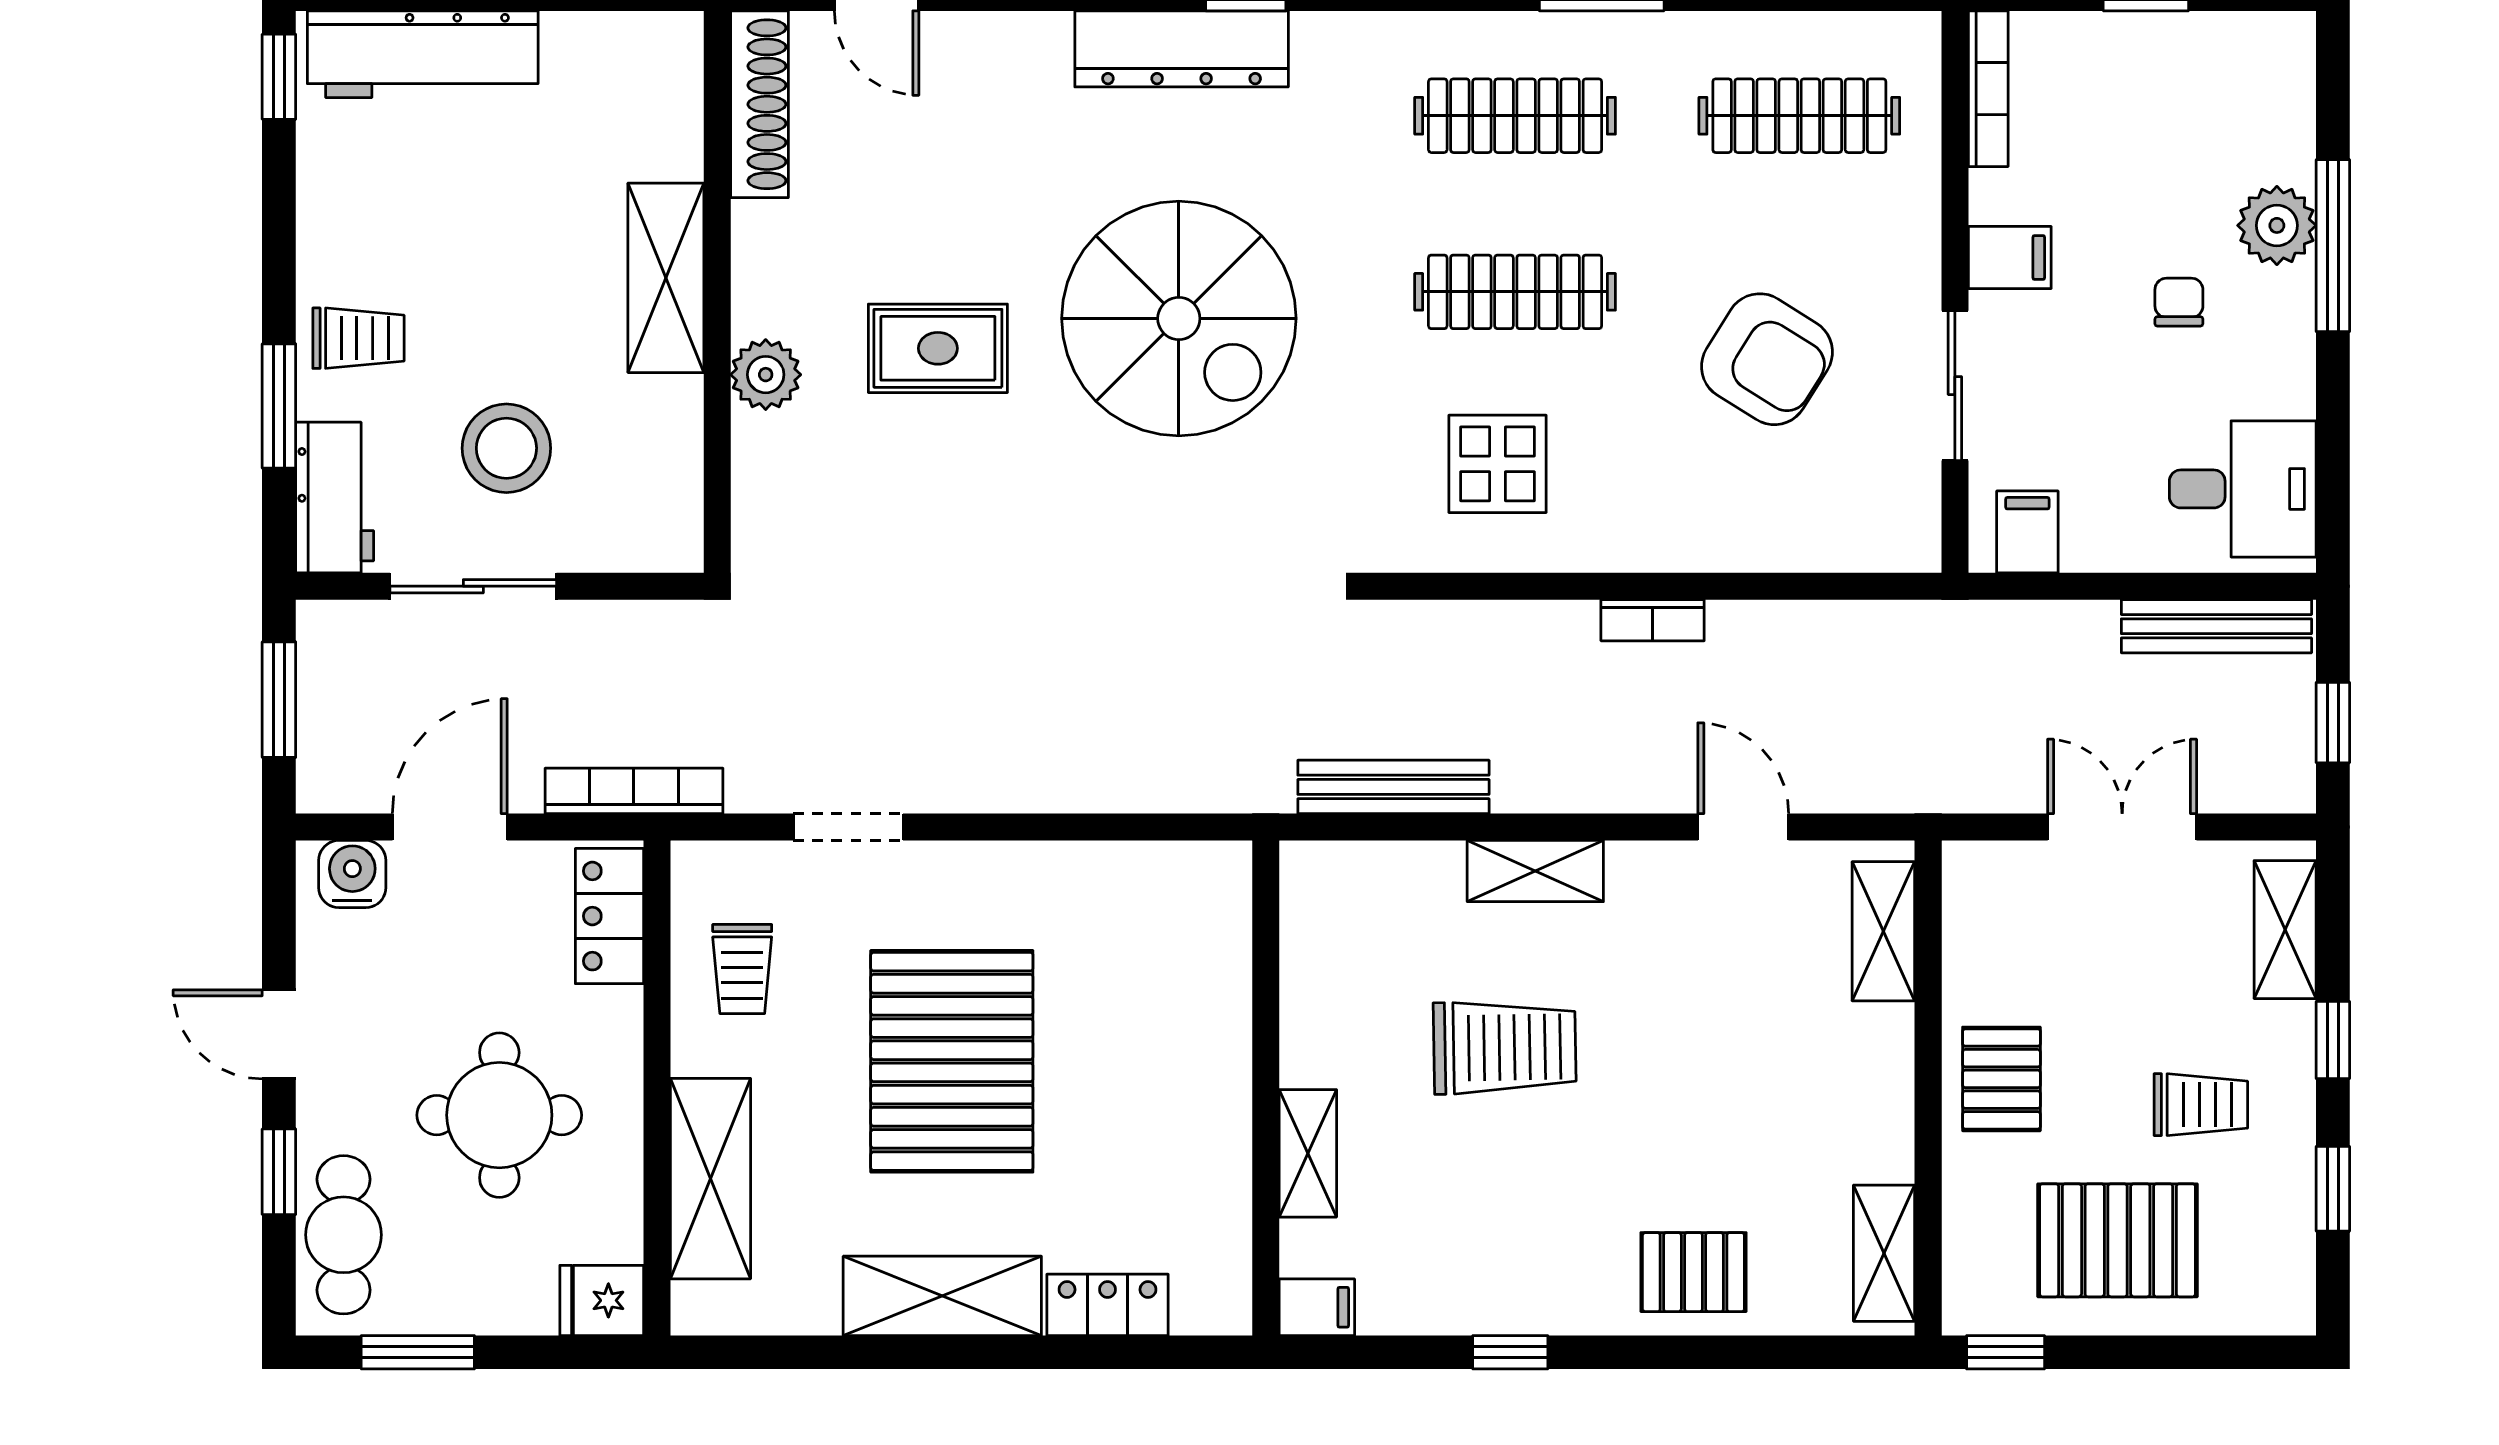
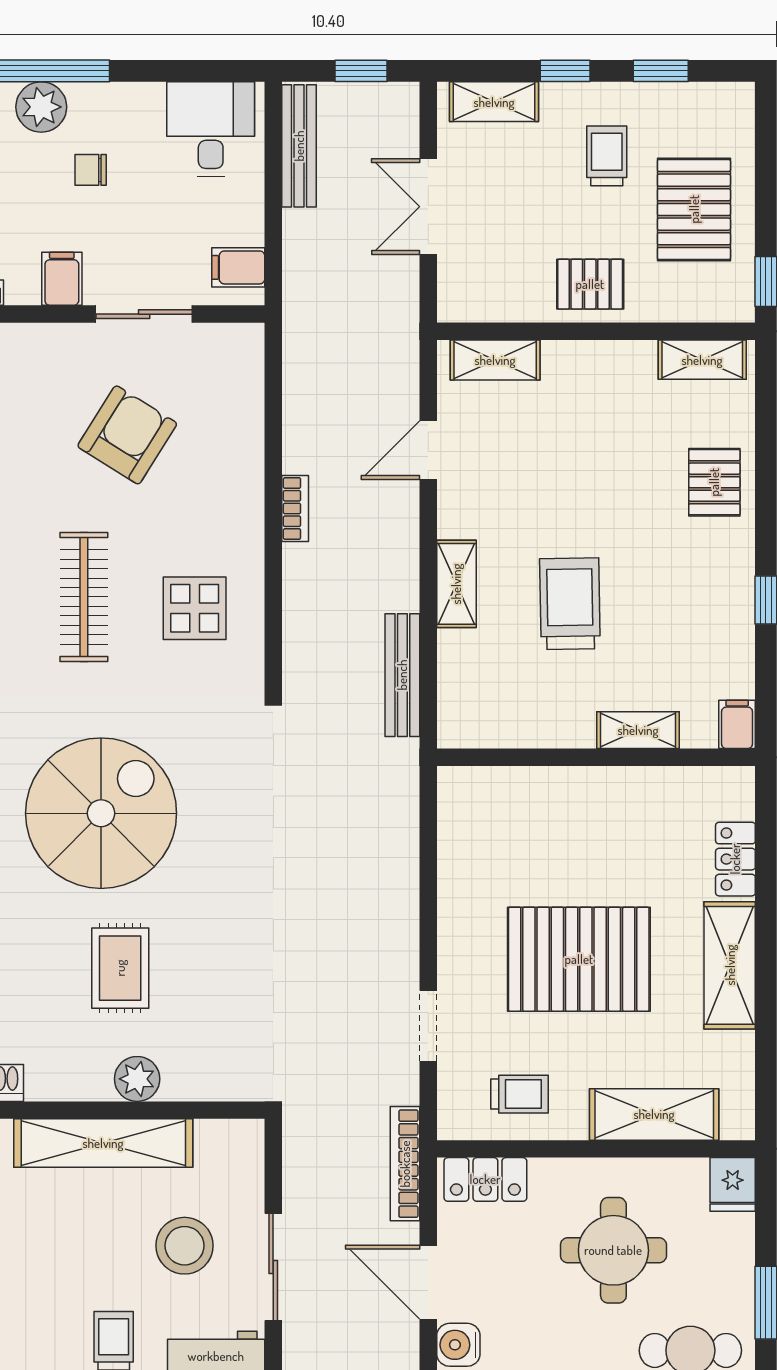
shelving: (666, 278) -> (103, 1143), width x1.47

